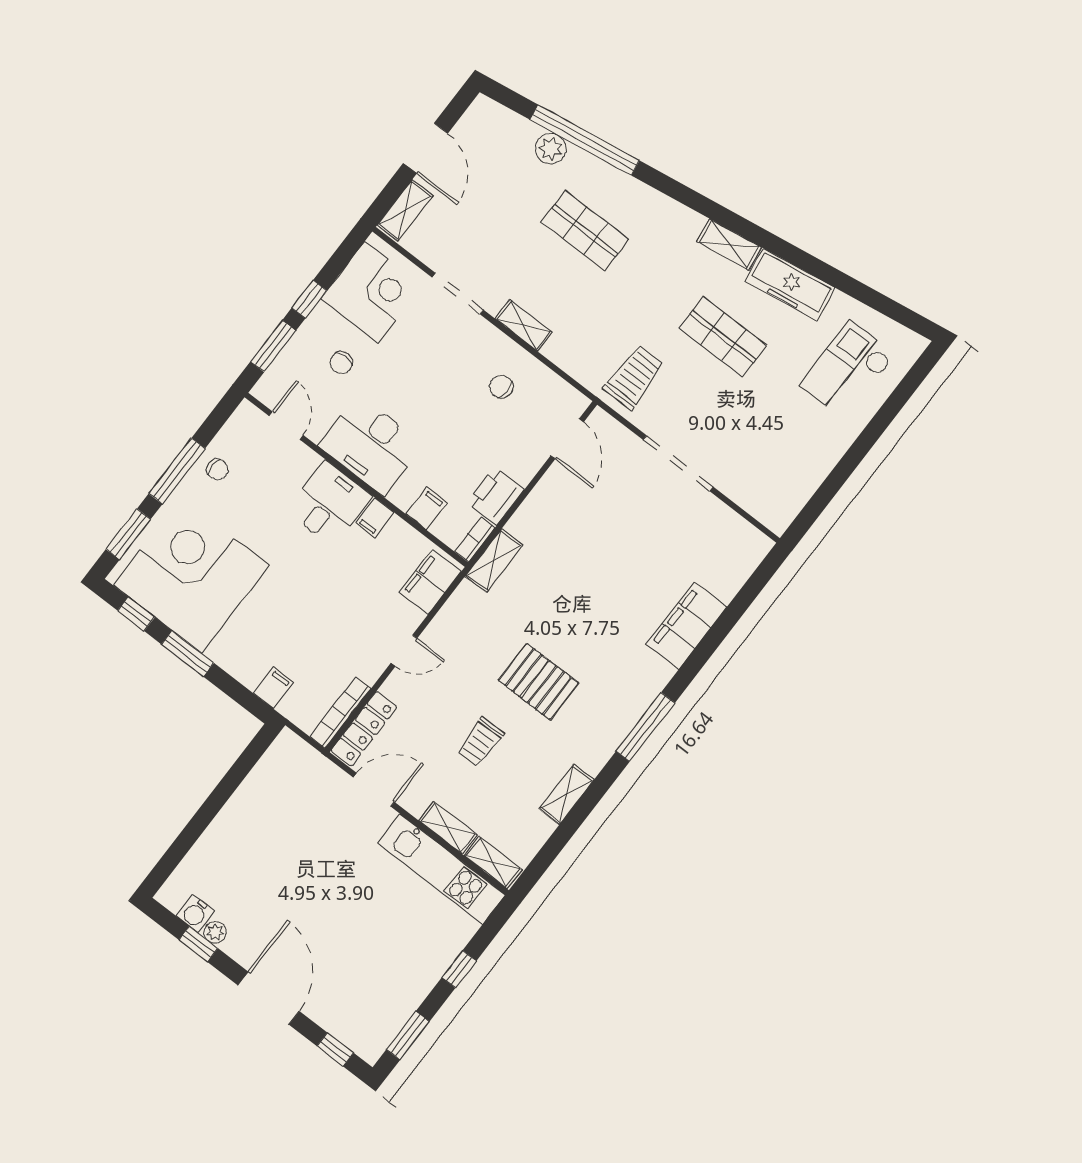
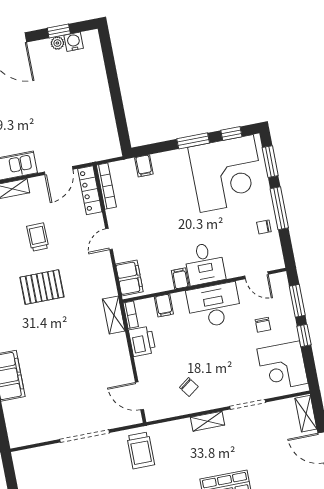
chair: (341, 363) -> (263, 325), turned 180
chair: (501, 387) -> (189, 387), turned 54

